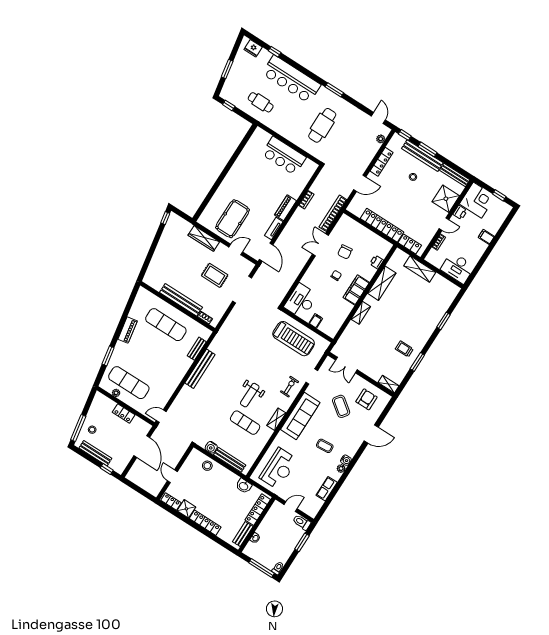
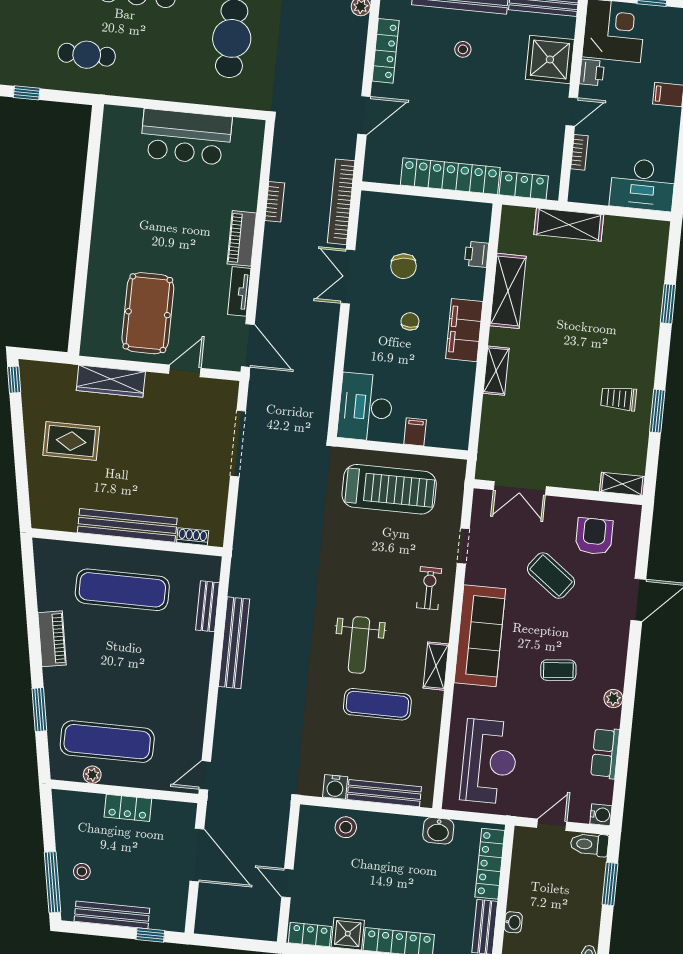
rug: (215, 275) -> (71, 441), moved
water cooler: (346, 460) -> (601, 815), moved

